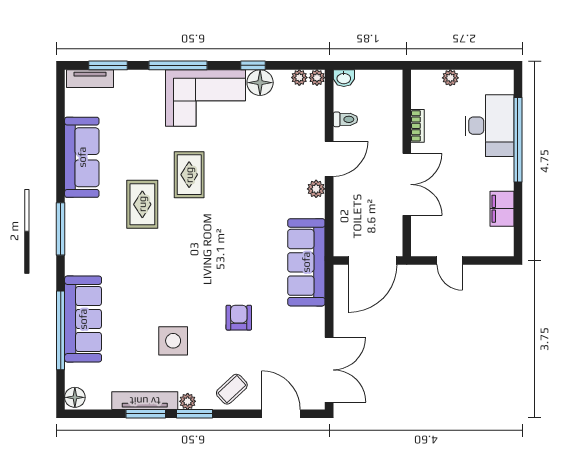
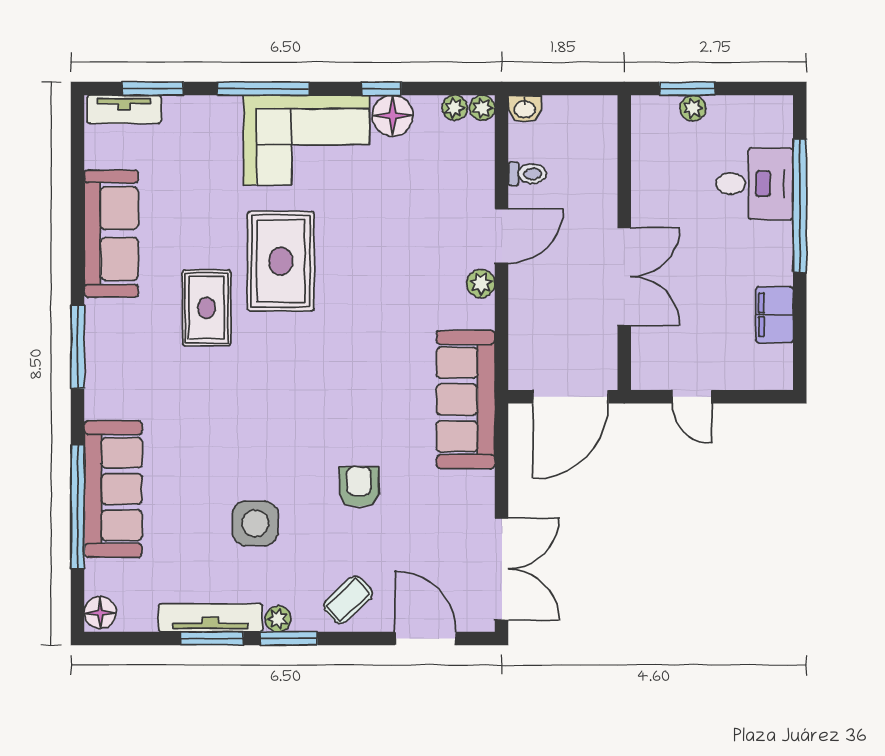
window: (447, 65) -> (687, 89), added
bookcase: (418, 126) -> (641, 184), removed
desk: (489, 126) -> (755, 184), width x0.73
rug: (189, 175) -> (281, 261), width x1.36, depth x1.43

